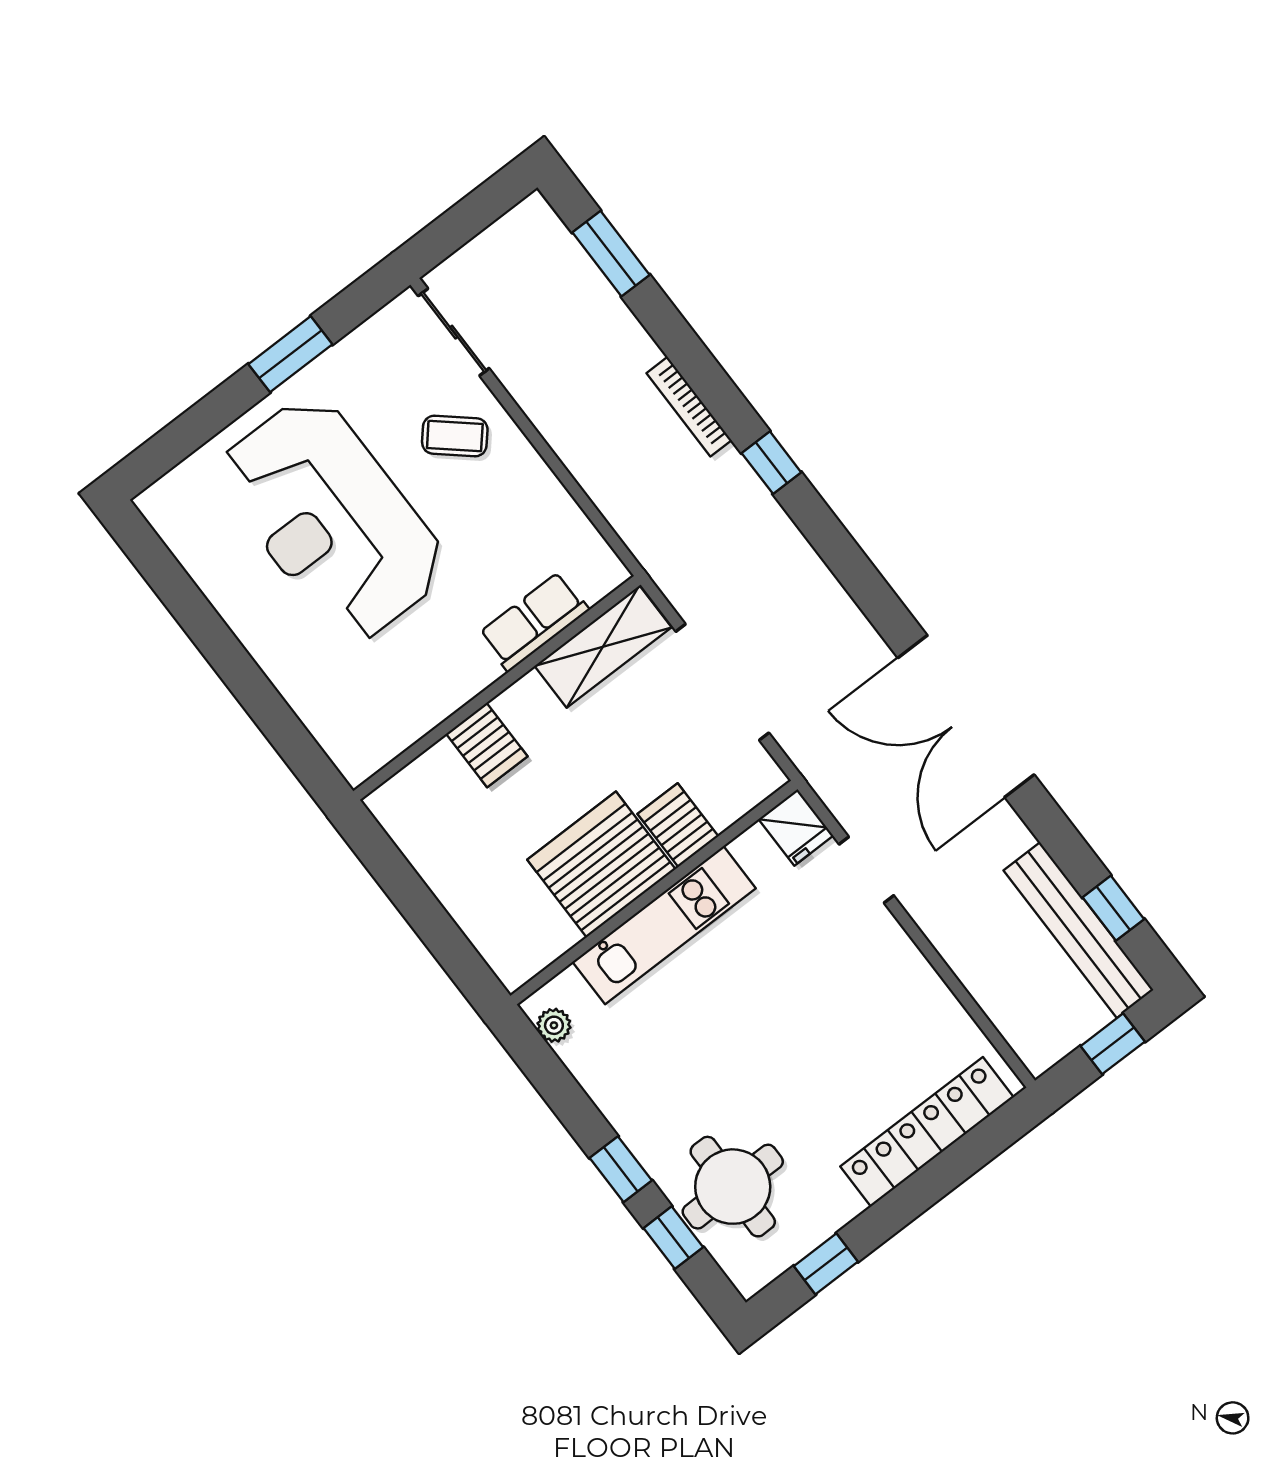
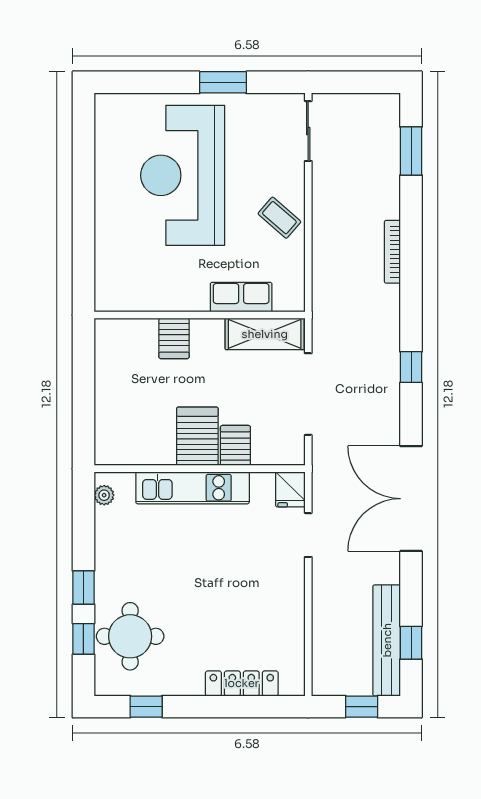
coffee table: (455, 436) -> (279, 218), moved
window: (771, 463) -> (411, 367), moved
server rack: (601, 864) -> (197, 436), width x0.63
locker: (927, 1132) -> (242, 683), width x0.71, depth x0.83

